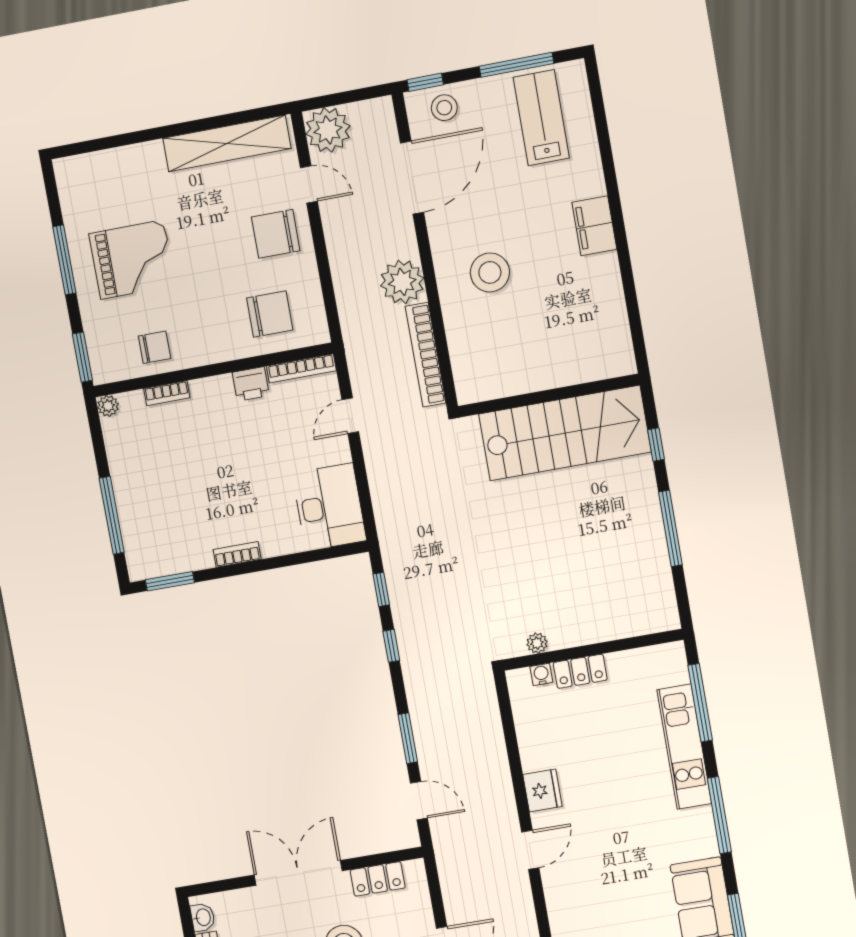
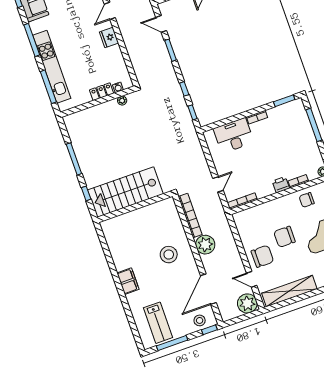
chair: (270, 314) -> (284, 237), moved
printer: (251, 384) -> (281, 185), moved
desk: (329, 507) -> (234, 136), moved, turned 90
kitchen unit: (684, 747) -> (52, 67), width x1.36

